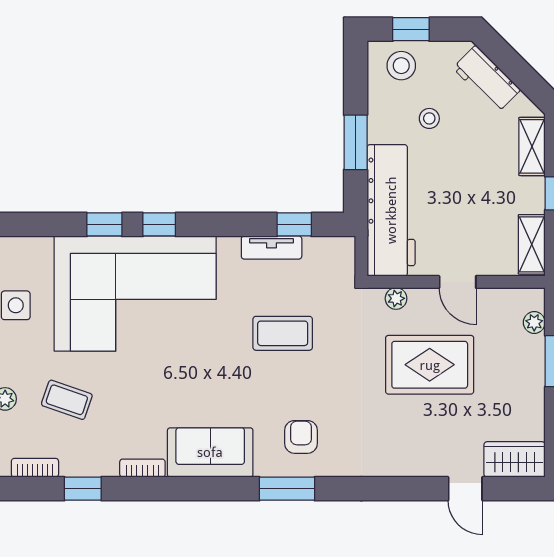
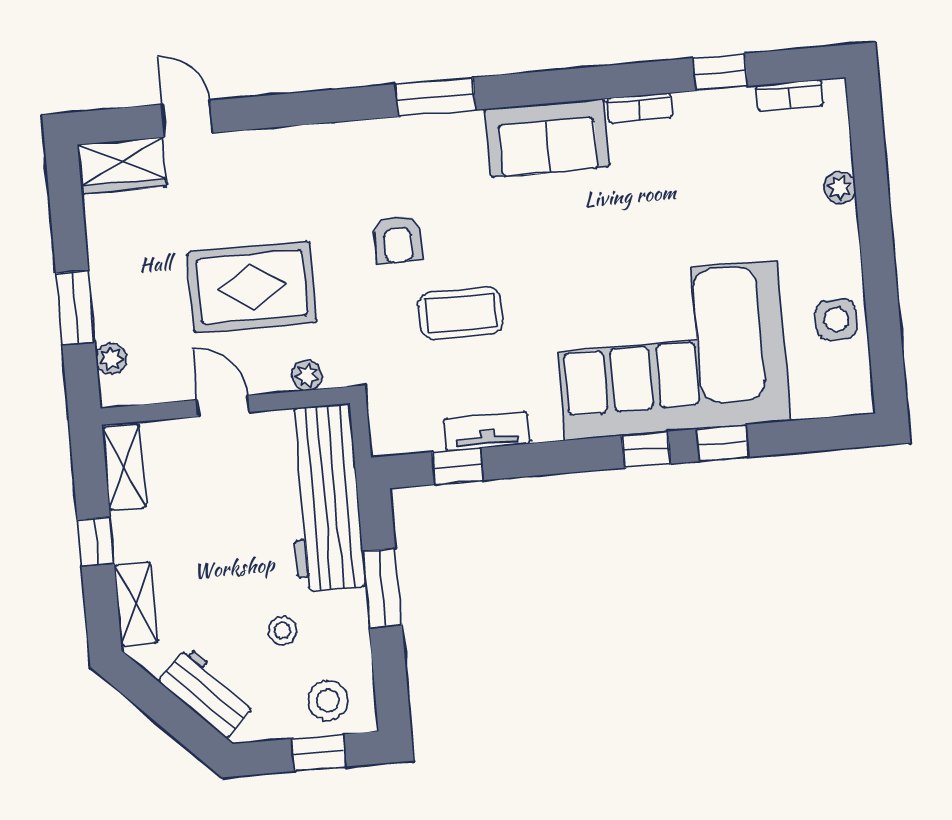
coffee table: (67, 400) -> (753, 194), removed
armchair: (301, 437) -> (398, 239), moved

